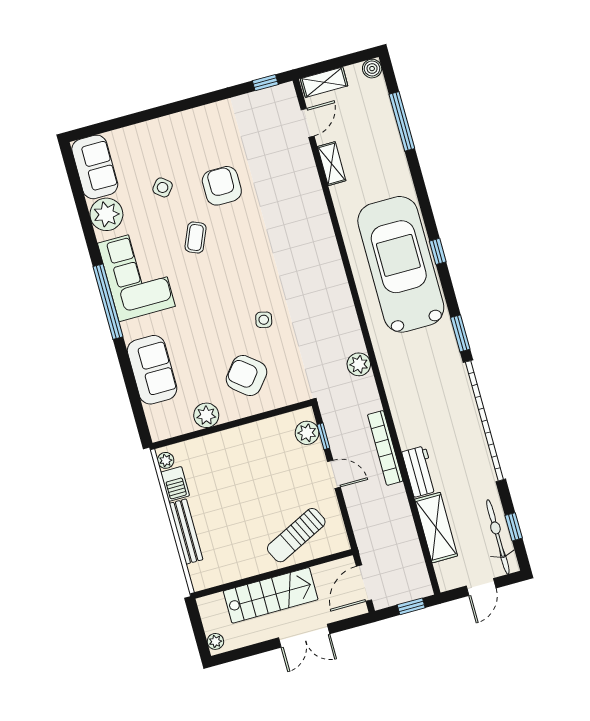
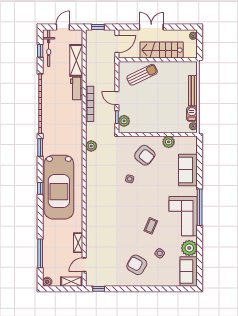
armchair: (222, 186) -> (137, 265), moved, turned 120

